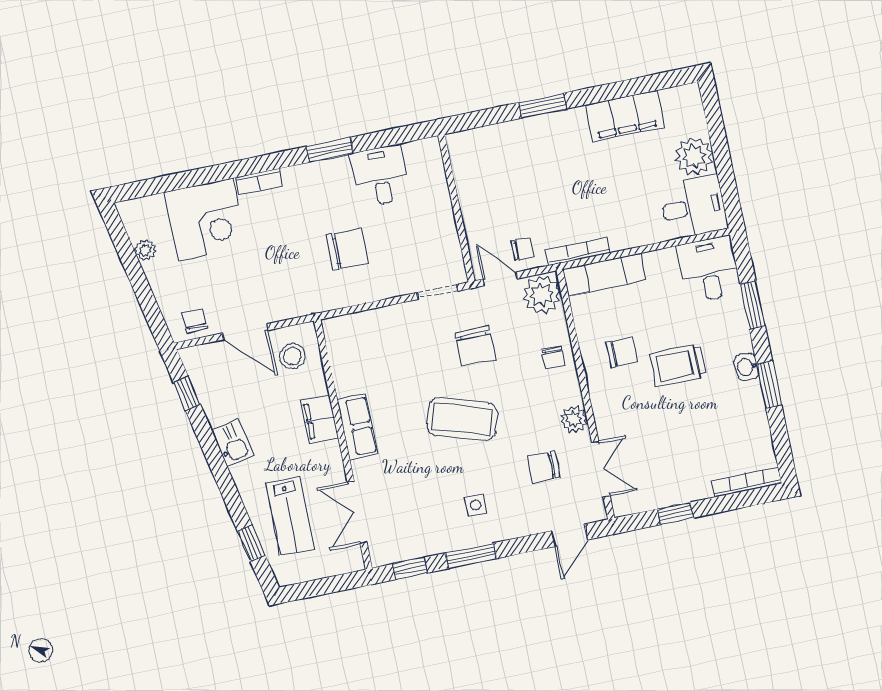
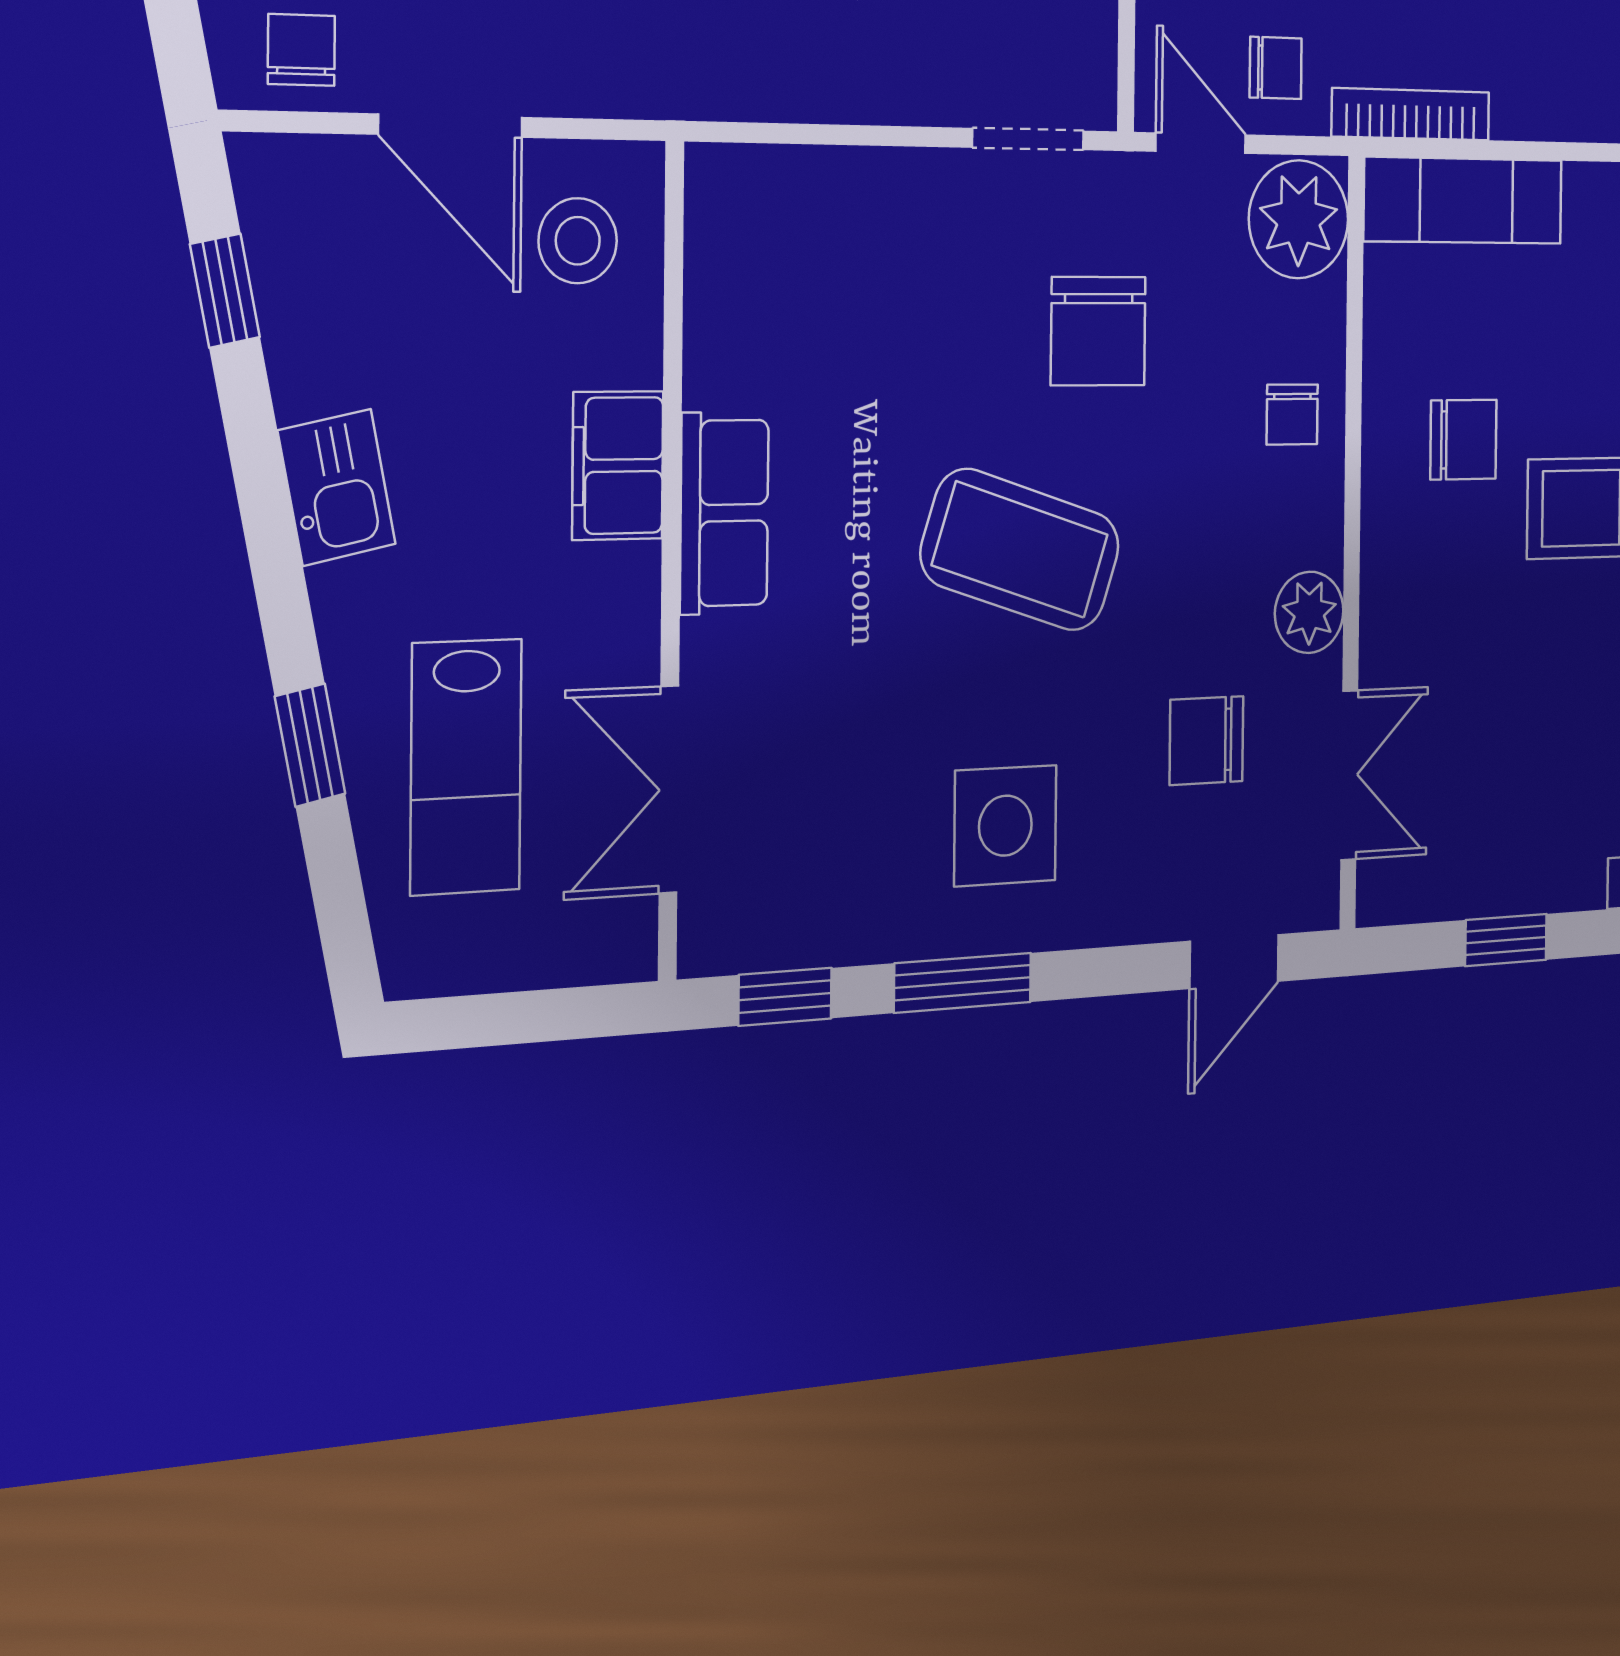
side table: (476, 505) -> (1005, 826), width x1.87, depth x1.87
window: (251, 543) -> (310, 745), moved

